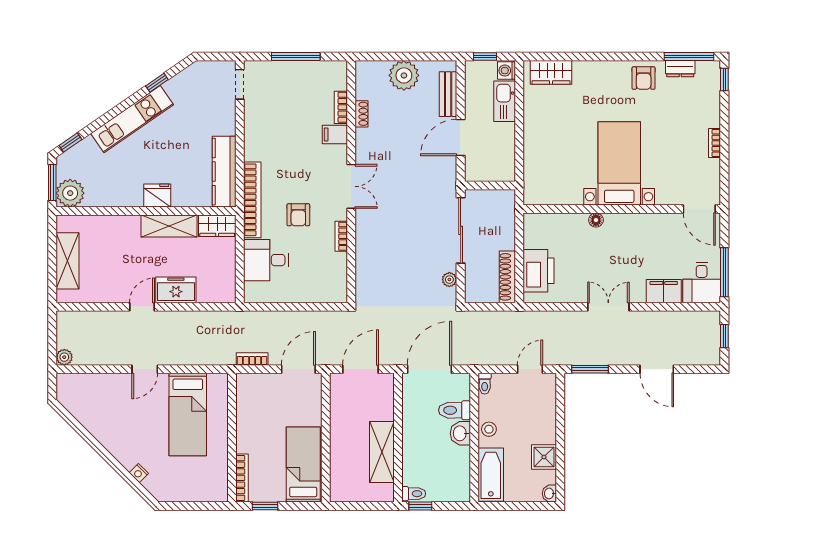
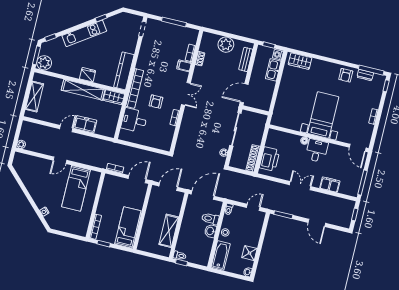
door: (461, 138) -> (244, 93), moved
shelving: (169, 226) -> (83, 90), width x1.47
desk: (702, 282) -> (317, 151), moved, turned 180

